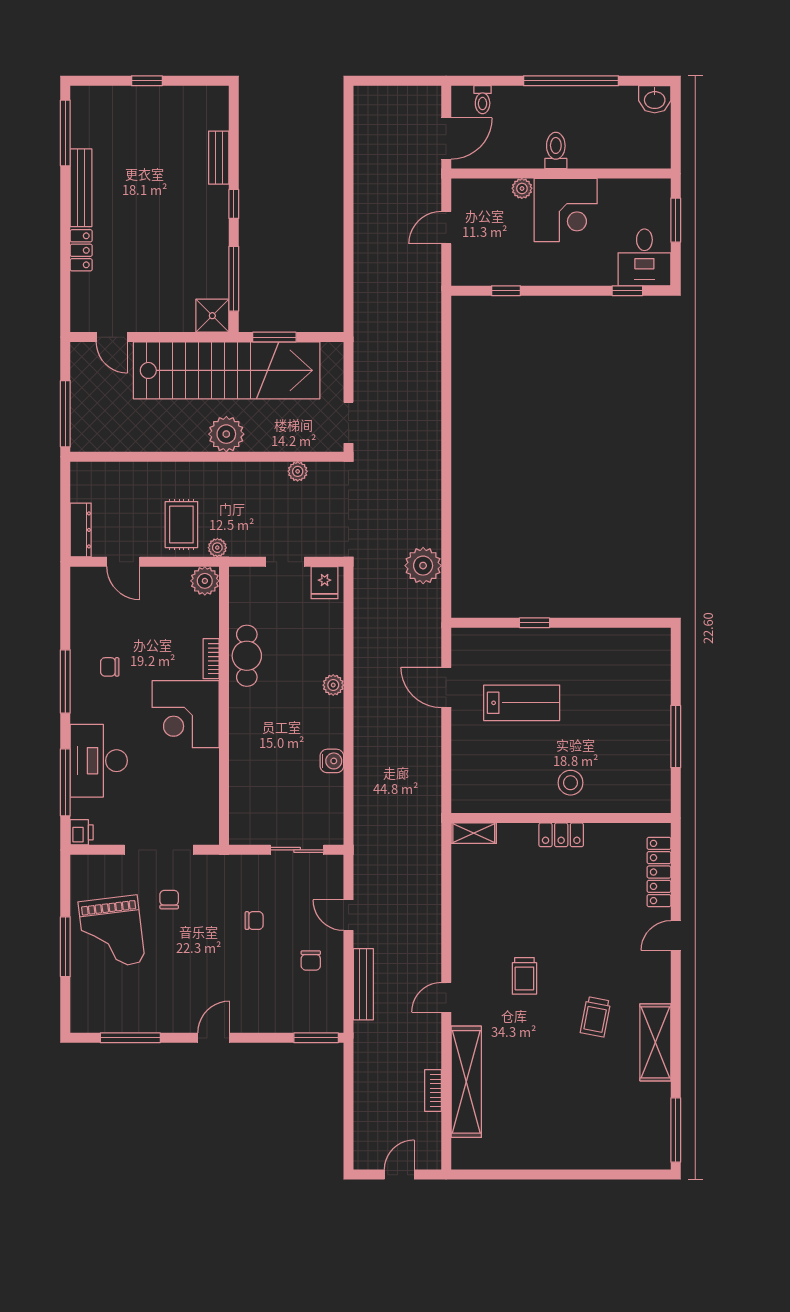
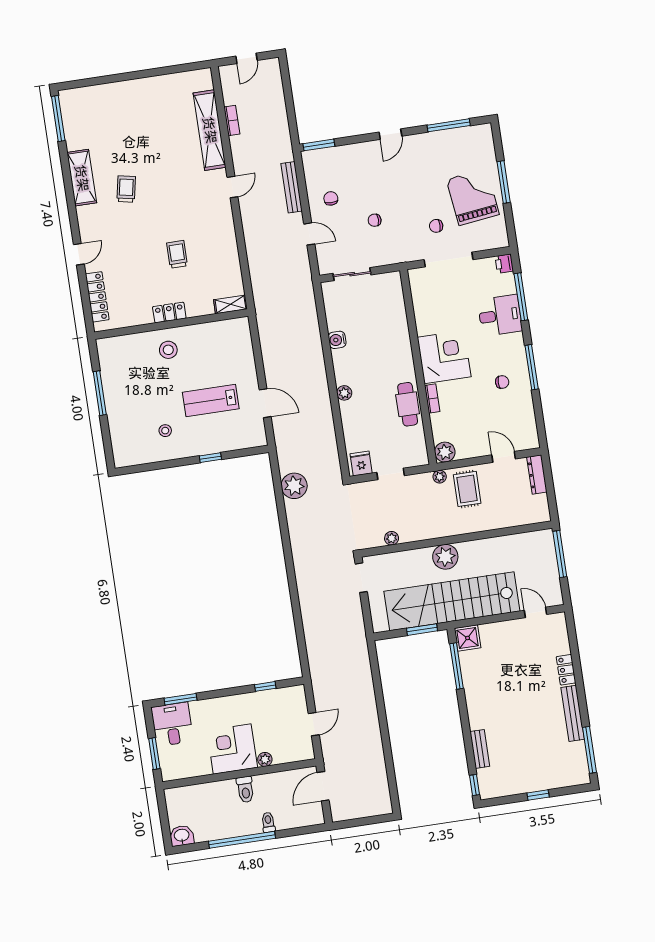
toilet: (483, 100) -> (268, 822), moved
window: (234, 204) -> (475, 785), moved
window: (627, 291) -> (181, 699), width x1.50
stool: (592, 670) -> (165, 431), added
desk: (99, 761) -> (500, 315), width x0.73
chair: (169, 900) -> (436, 226), turned 90
trolley: (524, 976) -> (177, 254), moved

